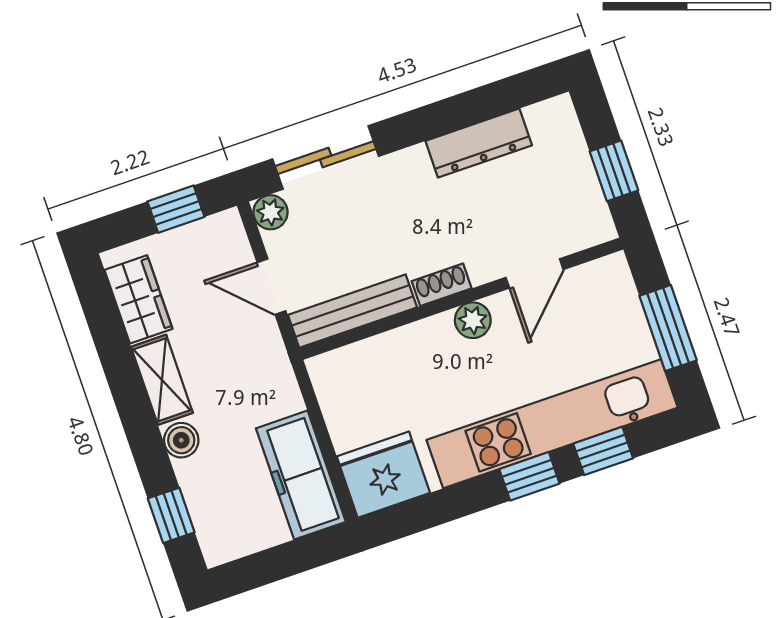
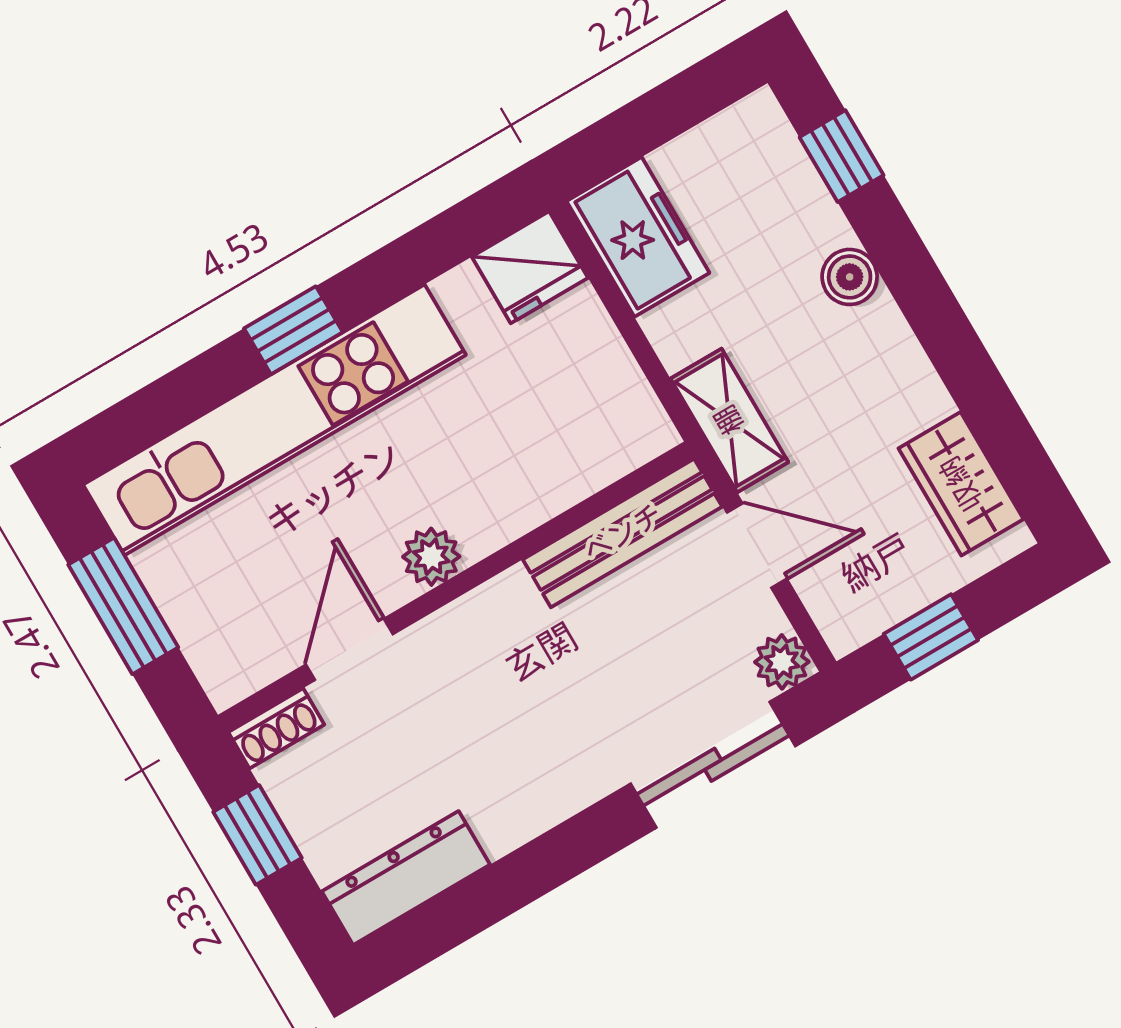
dresser: (479, 143) -> (406, 878), moved
shoe rack: (442, 285) -> (276, 728), moved
shelving: (162, 380) -> (729, 420), moved
window: (603, 451) -> (186, 393), removed
freezer: (301, 475) -> (638, 237), width x0.71
fridge: (383, 475) -> (530, 267), width x0.73, depth x0.75

